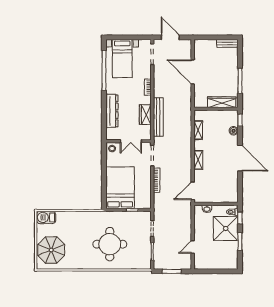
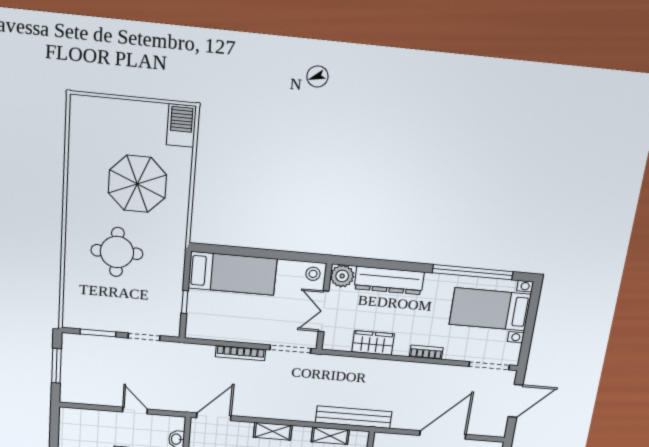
bench: (158, 117) -> (354, 417), moved
plant: (112, 134) -> (342, 276), added
bed: (120, 188) -> (233, 273), width x0.67
door: (193, 191) -> (214, 417), hinge flipped
round table: (110, 244) -> (117, 252), width x0.73, depth x0.73
door: (193, 247) -> (135, 411), moved
parasol: (51, 250) -> (137, 184), moved

